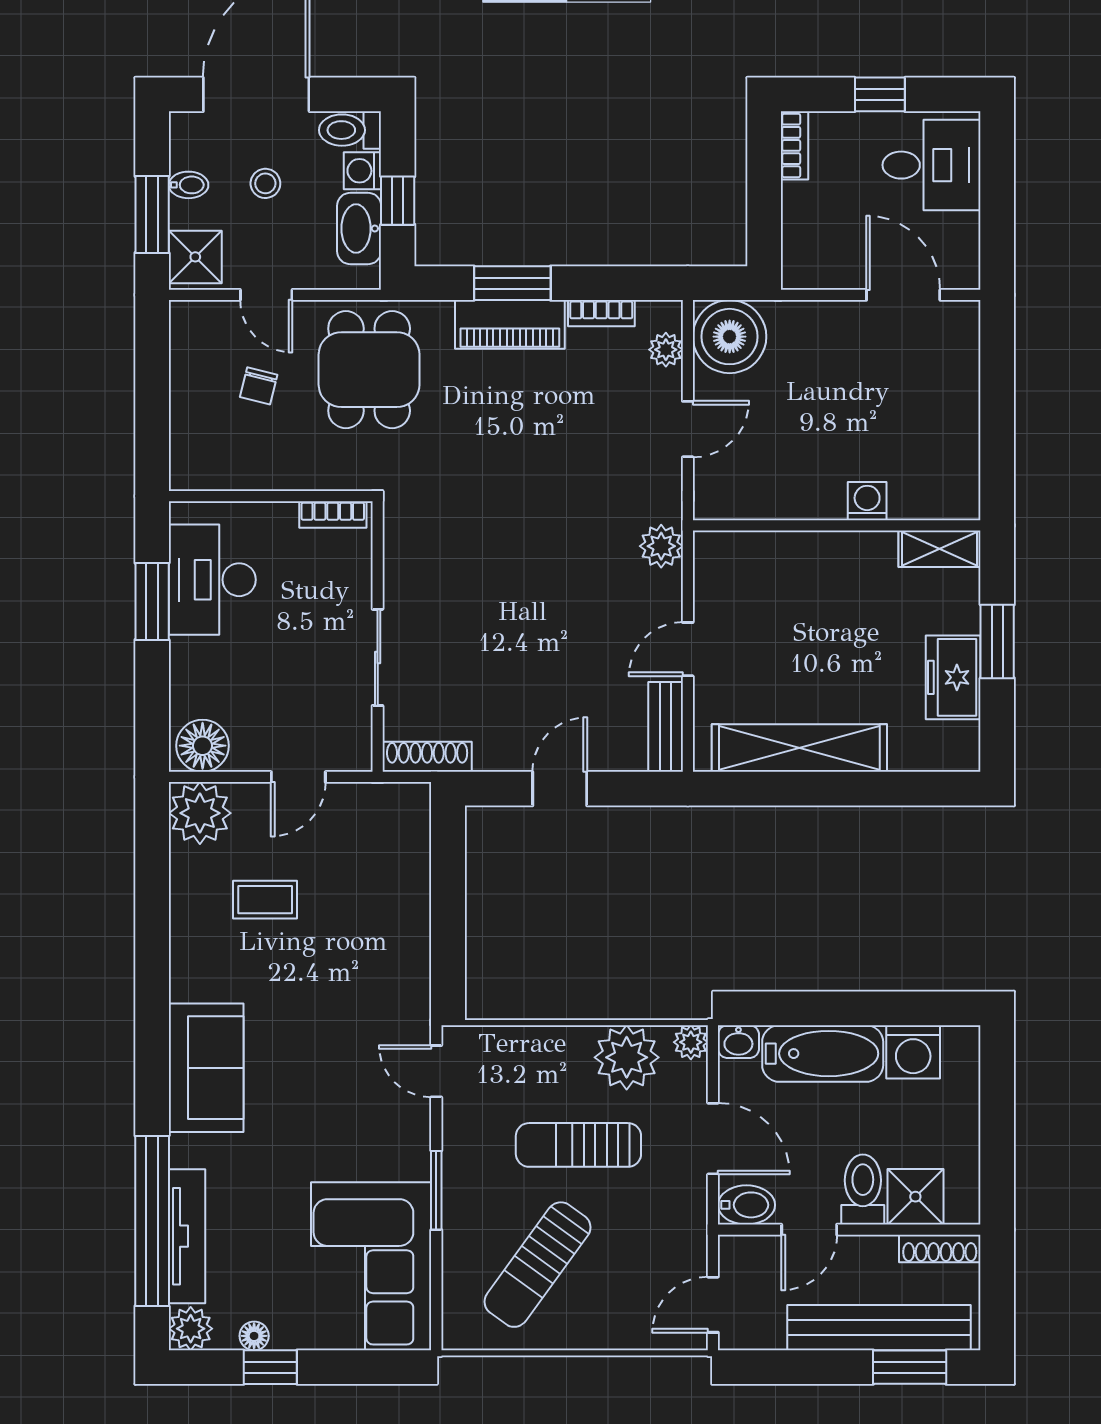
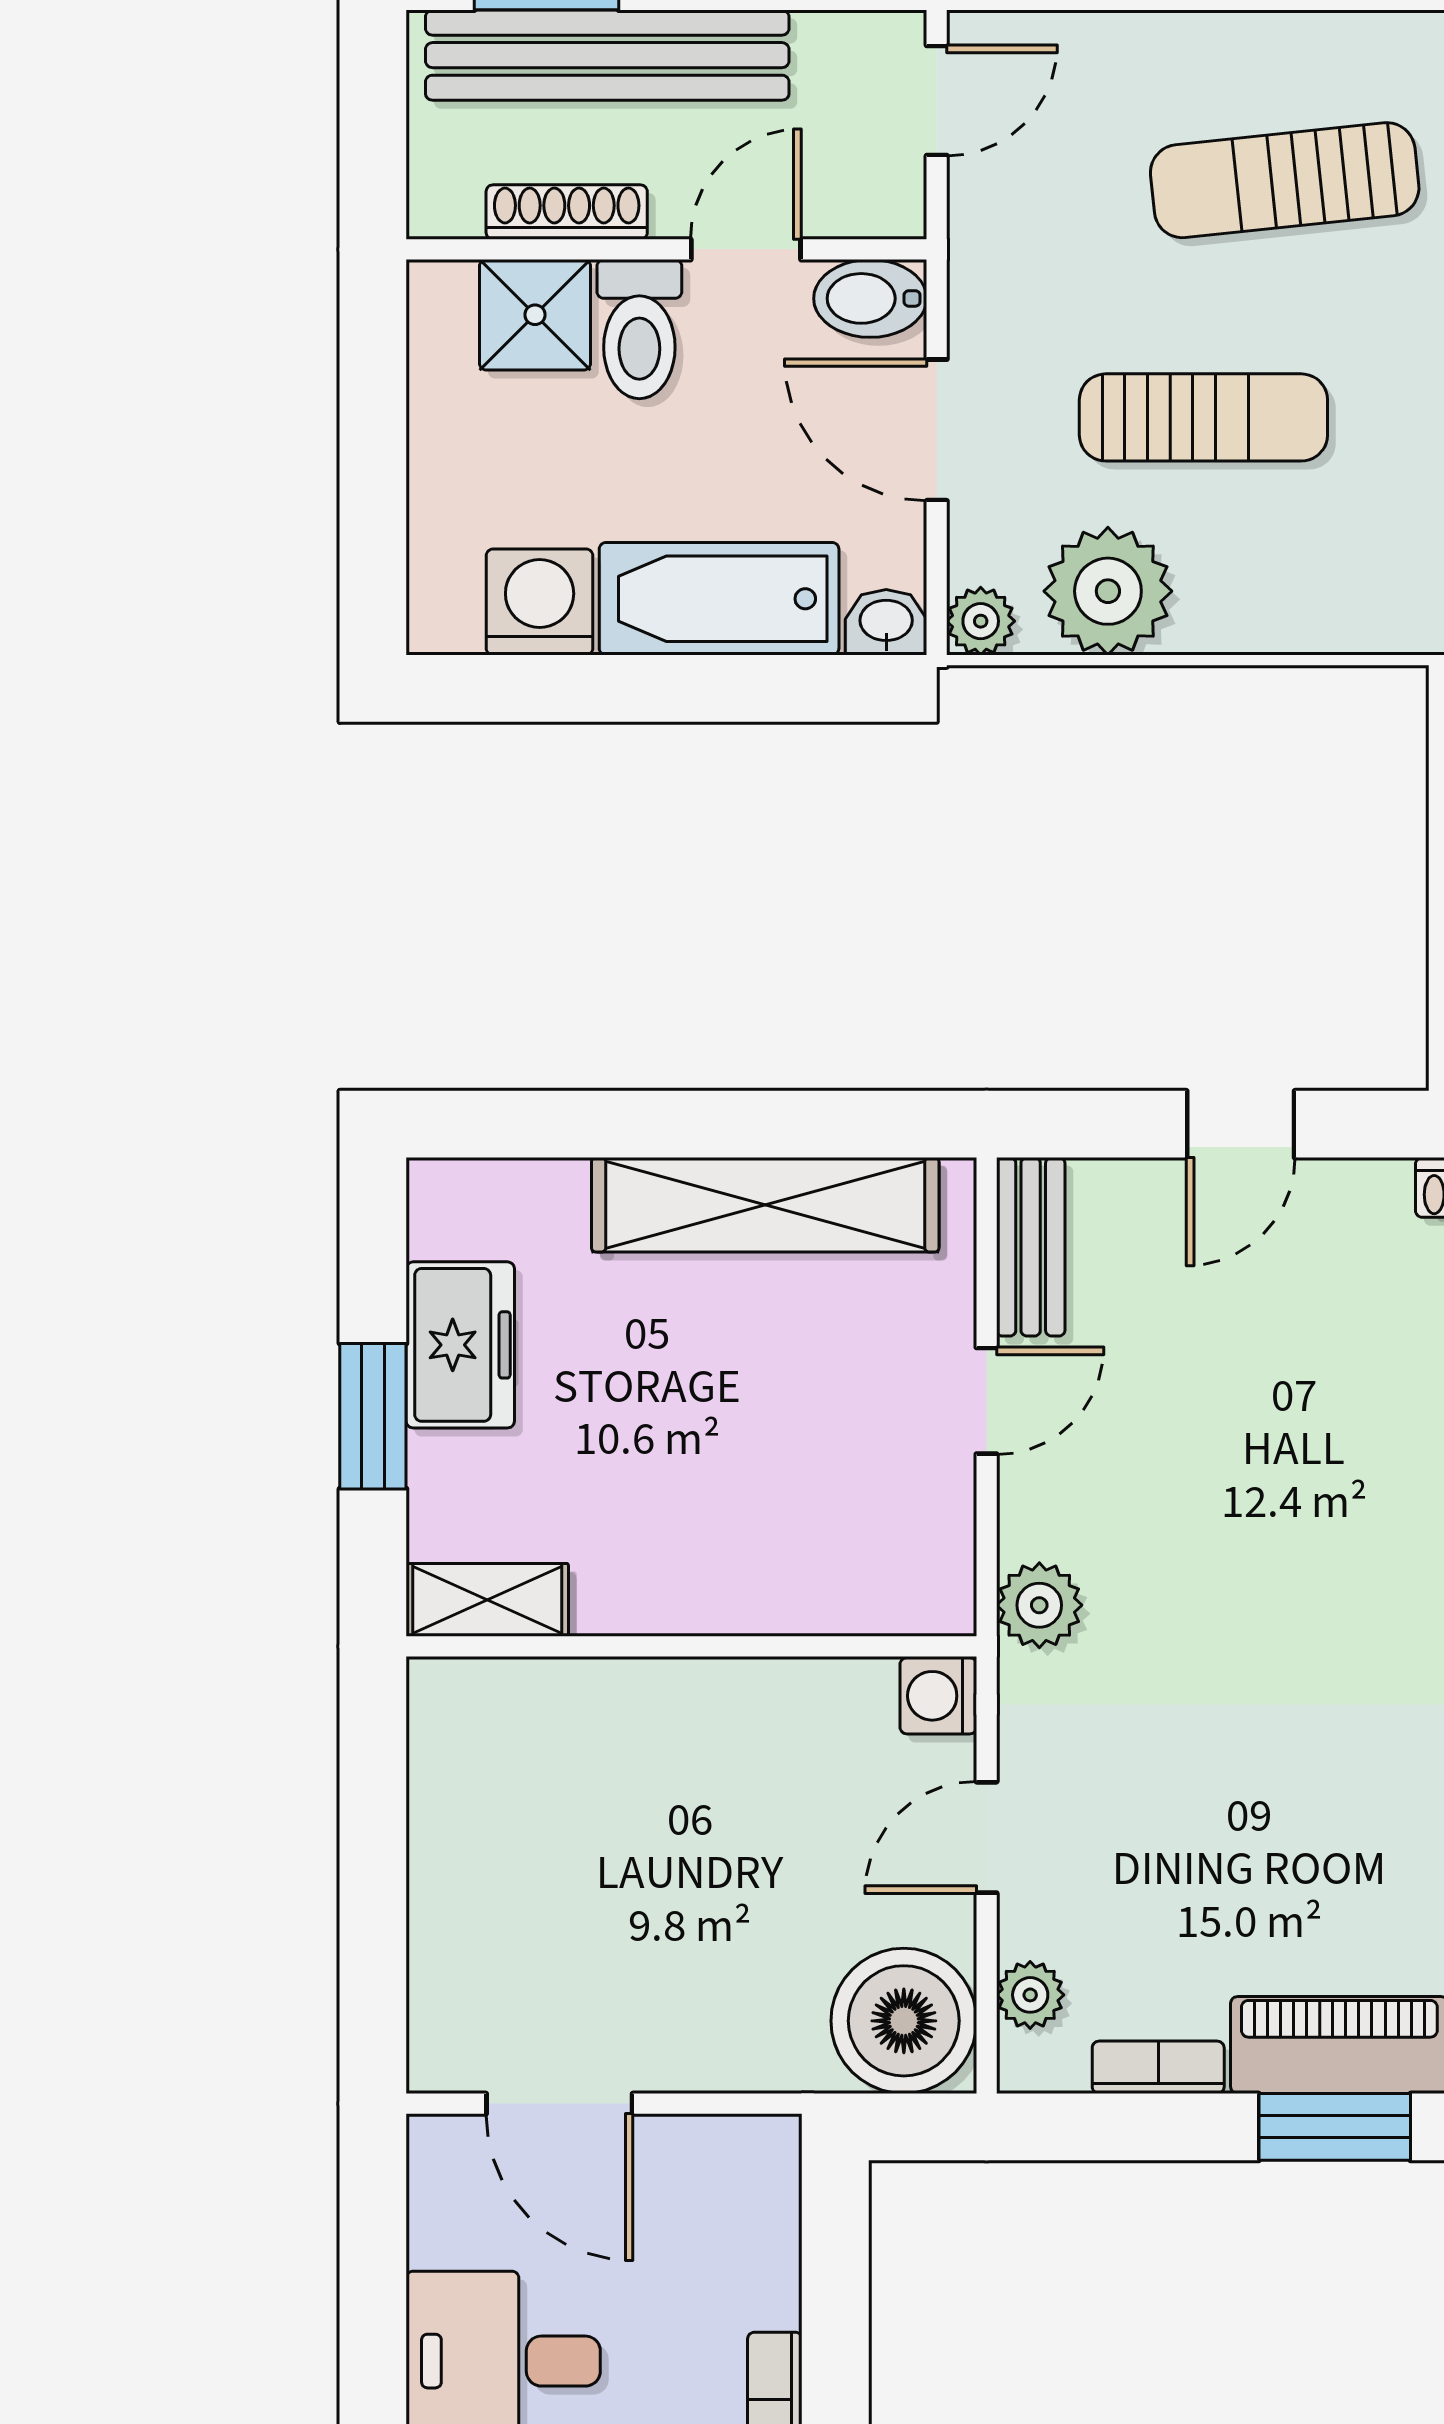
washing machine: (867, 501) -> (938, 1696), moved, turned 90
shoe rack: (940, 1248) -> (567, 212), moved
sun lounger: (538, 1265) -> (1285, 180), turned -132

